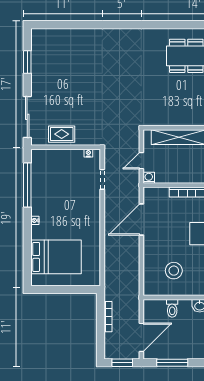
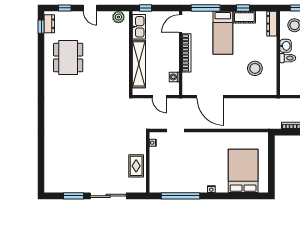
sliding door: (27, 117) -> (108, 196), moved
washing machine: (149, 178) -> (174, 77), moved
toilet: (172, 308) -> (288, 58), moved

